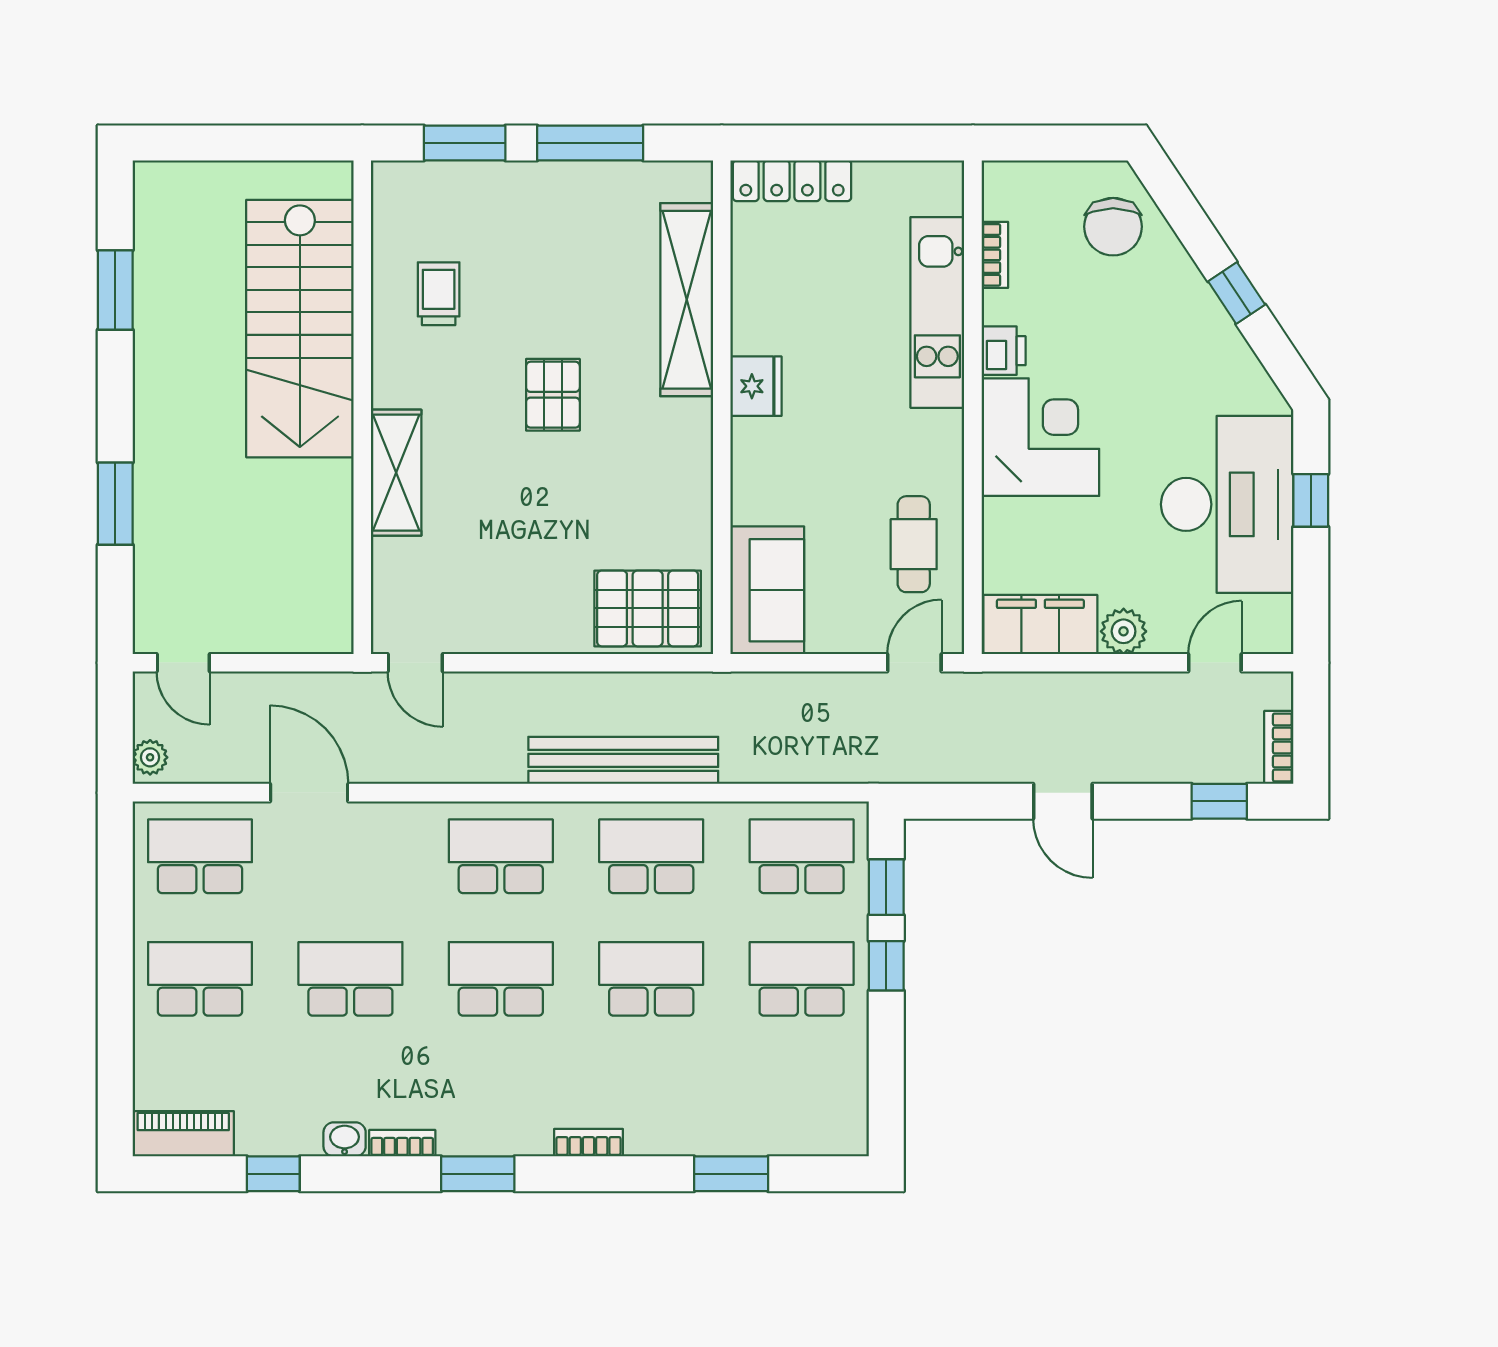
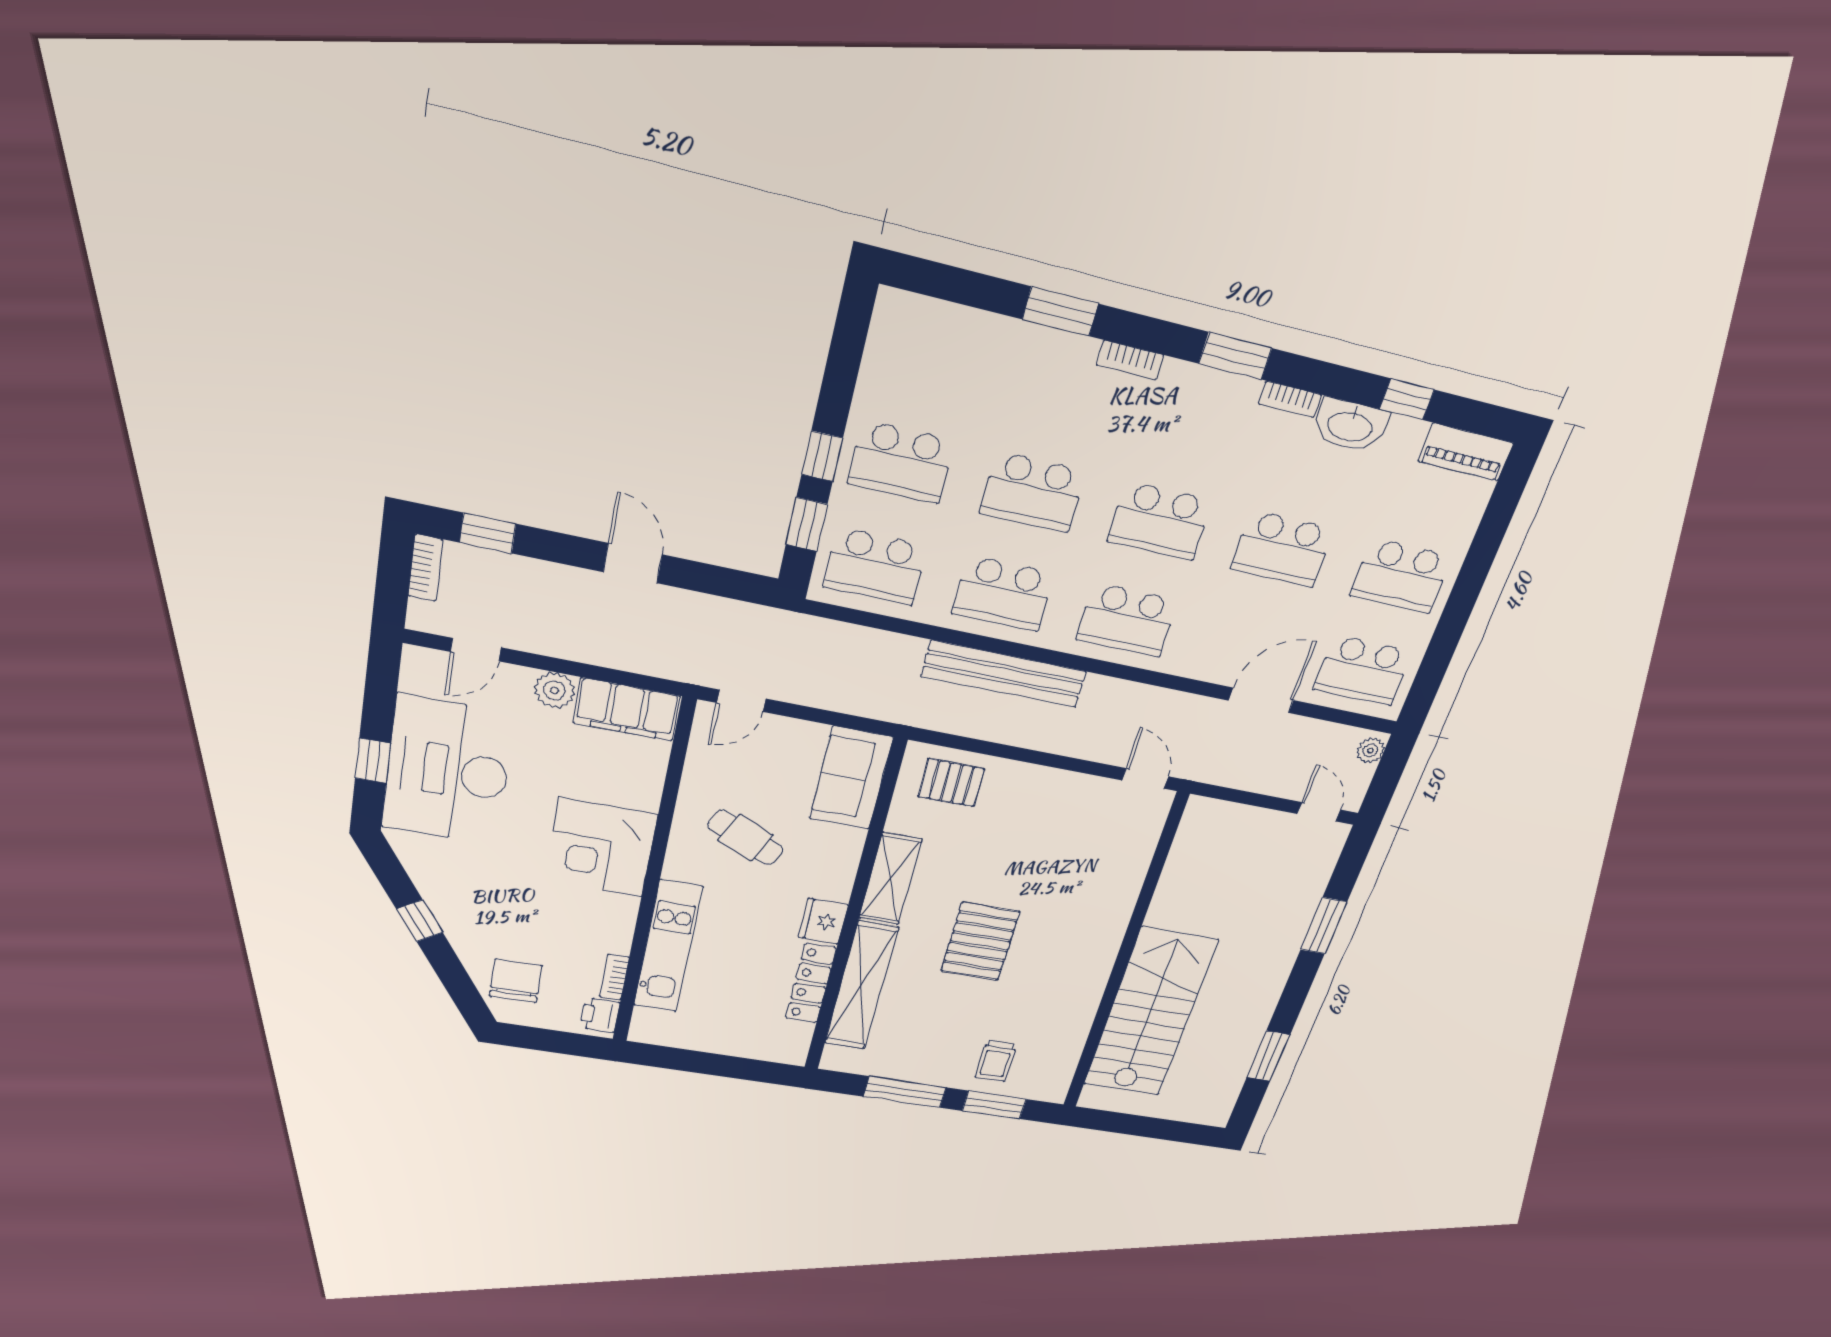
locker: (792, 181) -> (811, 983), moved, turned -90
trolley: (439, 294) -> (996, 1061), moved
printer: (1004, 351) -> (600, 1015), moved
pallet: (553, 395) -> (980, 941), width x1.50, depth x1.42
shelving: (396, 473) -> (890, 879), moved
cafe table: (914, 544) -> (745, 838), moved, turned -65
pallet: (648, 608) -> (951, 783), width x0.67, depth x0.71
door: (309, 793) -> (1261, 700), swing flipped
washbasin: (345, 1139) -> (1350, 425), width x1.91, depth x1.45
window: (731, 1174) -> (1060, 312), moved

